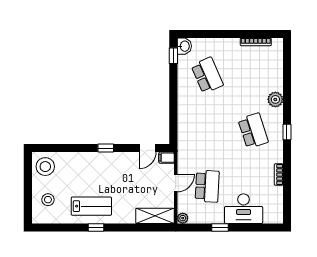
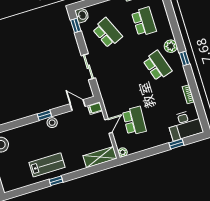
school desk: (253, 75) -> (144, 22), added
plant: (275, 99) -> (171, 46), moved
sliding door: (173, 108) -> (88, 67), added
door: (147, 148) -> (78, 105), swing flipped
stool: (48, 200) -> (52, 123), moved
desk: (244, 209) -> (185, 125), moved
window: (220, 228) -> (176, 144), moved

